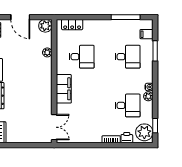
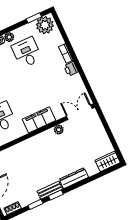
plant: (47, 52) -> (59, 130), moved
printer: (127, 138) -> (71, 69), moved

